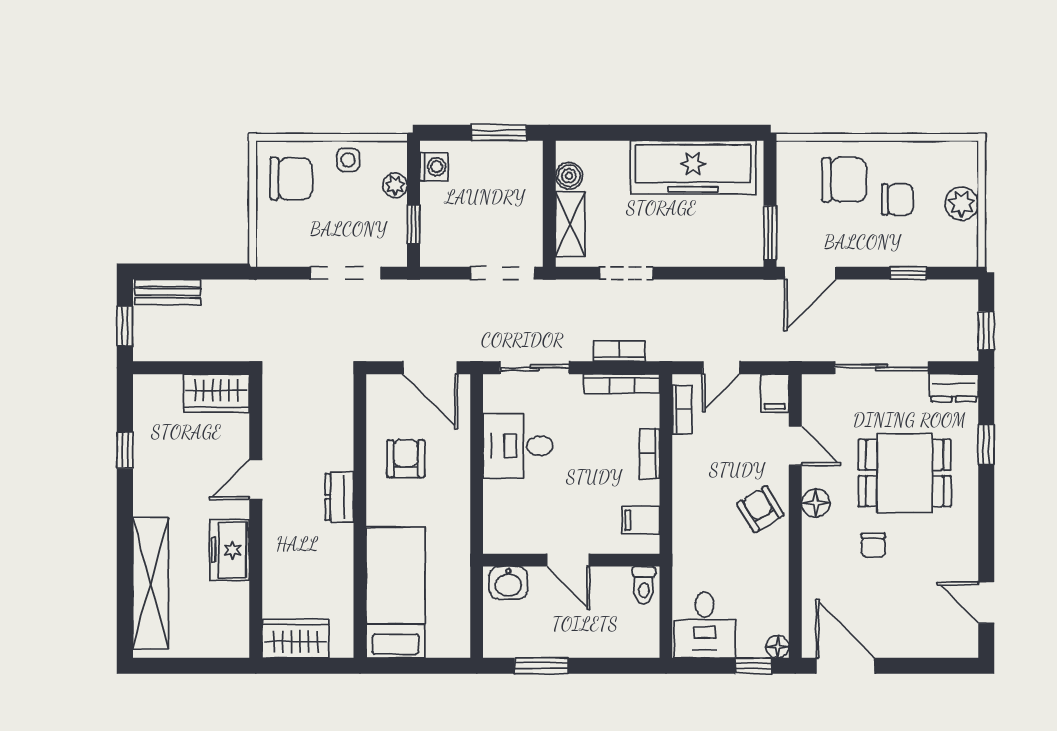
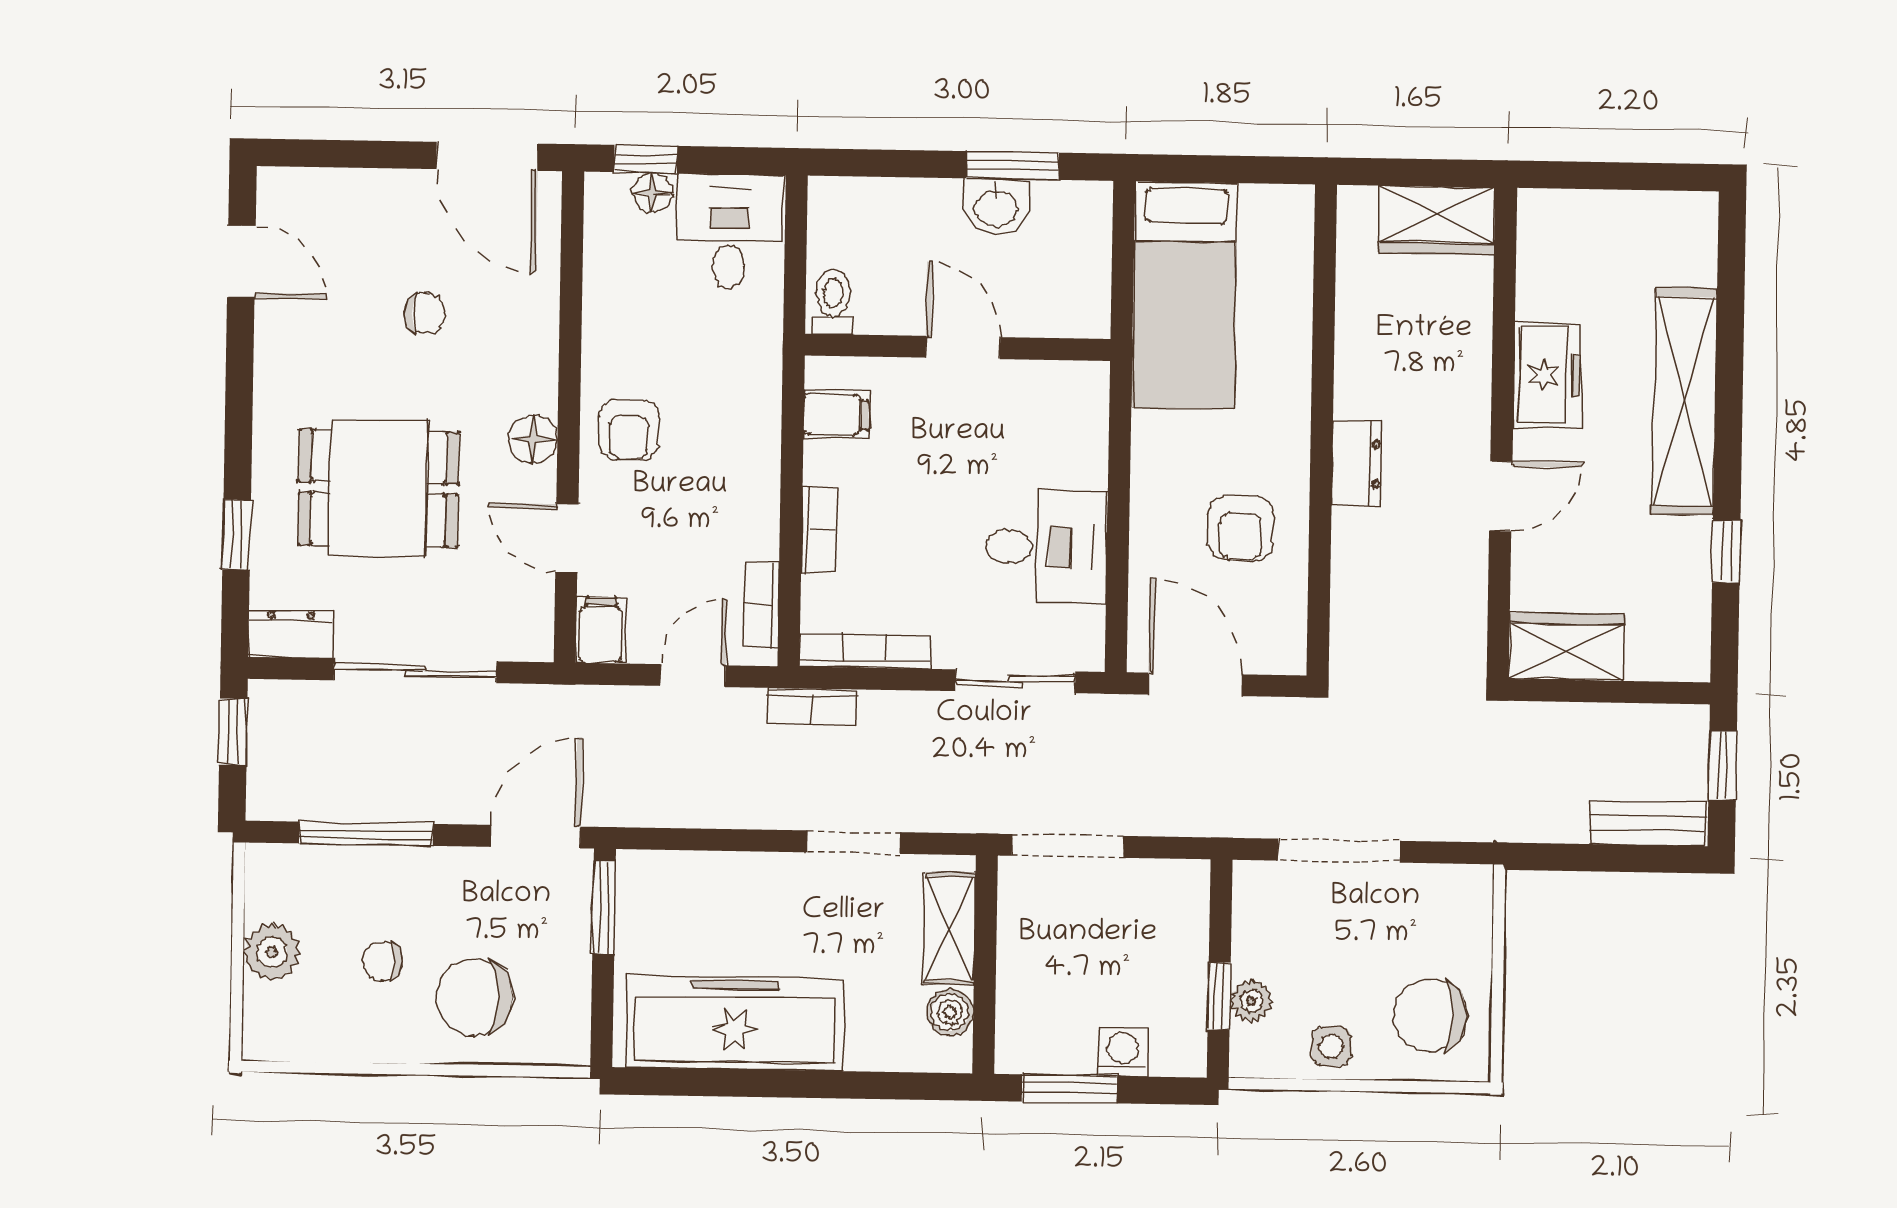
washing machine: (434, 167) -> (1123, 1052), moved, turned 90
chair: (897, 199) -> (383, 961), width x0.73, depth x0.73
window: (414, 224) -> (1219, 996), moved
window: (908, 273) -> (366, 834), width x2.17
bookcase: (619, 351) -> (812, 706), moved
armchair: (760, 509) -> (629, 430), turned 31
chair: (873, 545) -> (425, 314), moved, turned 90
shelving: (151, 583) -> (1684, 401), moved
washbasin: (508, 583) -> (996, 207), moved, turned 180
bed: (396, 593) -> (1185, 295), moved
floor lamp: (778, 647) -> (653, 193), moved

